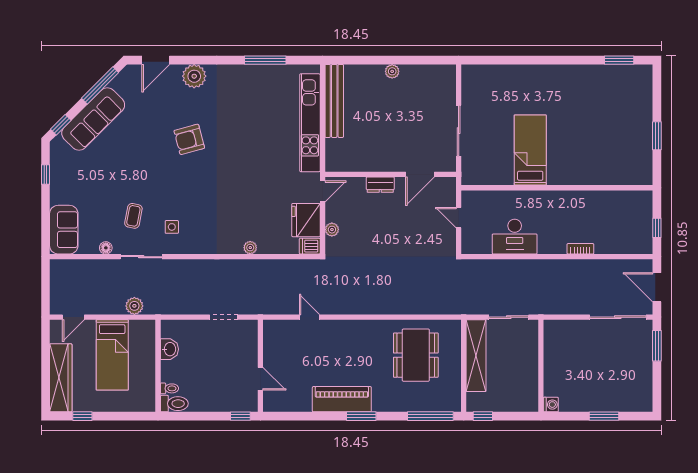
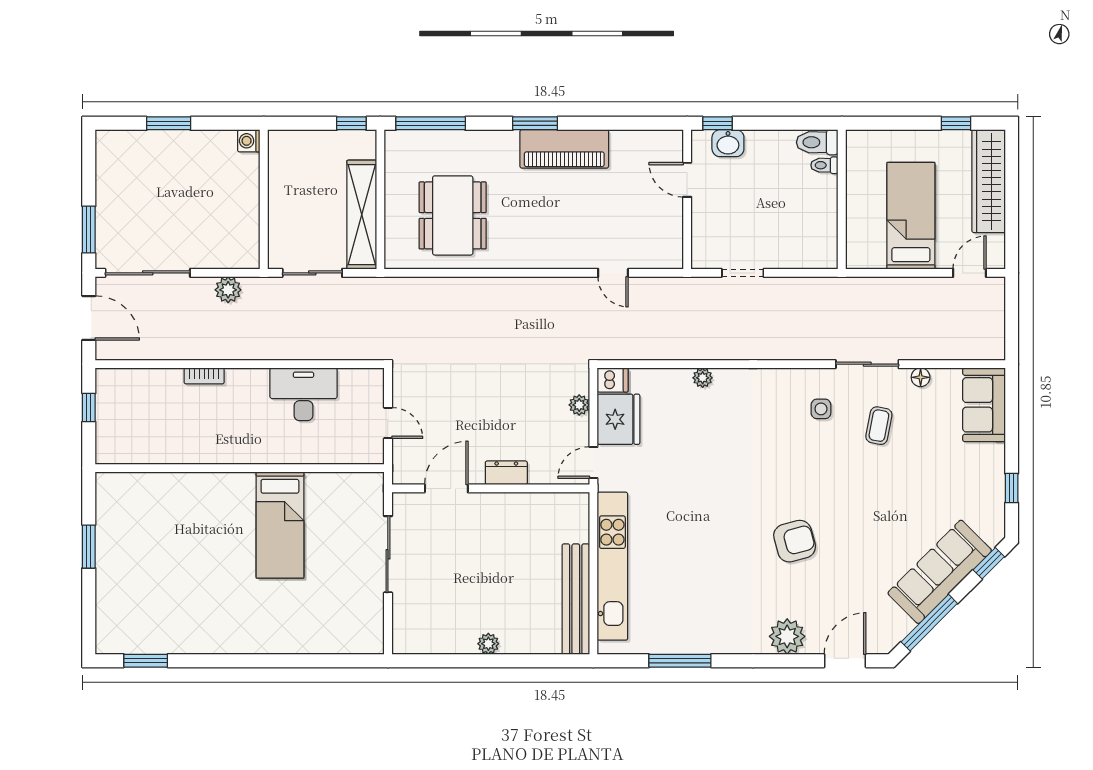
plant: (134, 306) -> (228, 290), moved
washbasin: (169, 349) -> (728, 143), moved, turned -90

